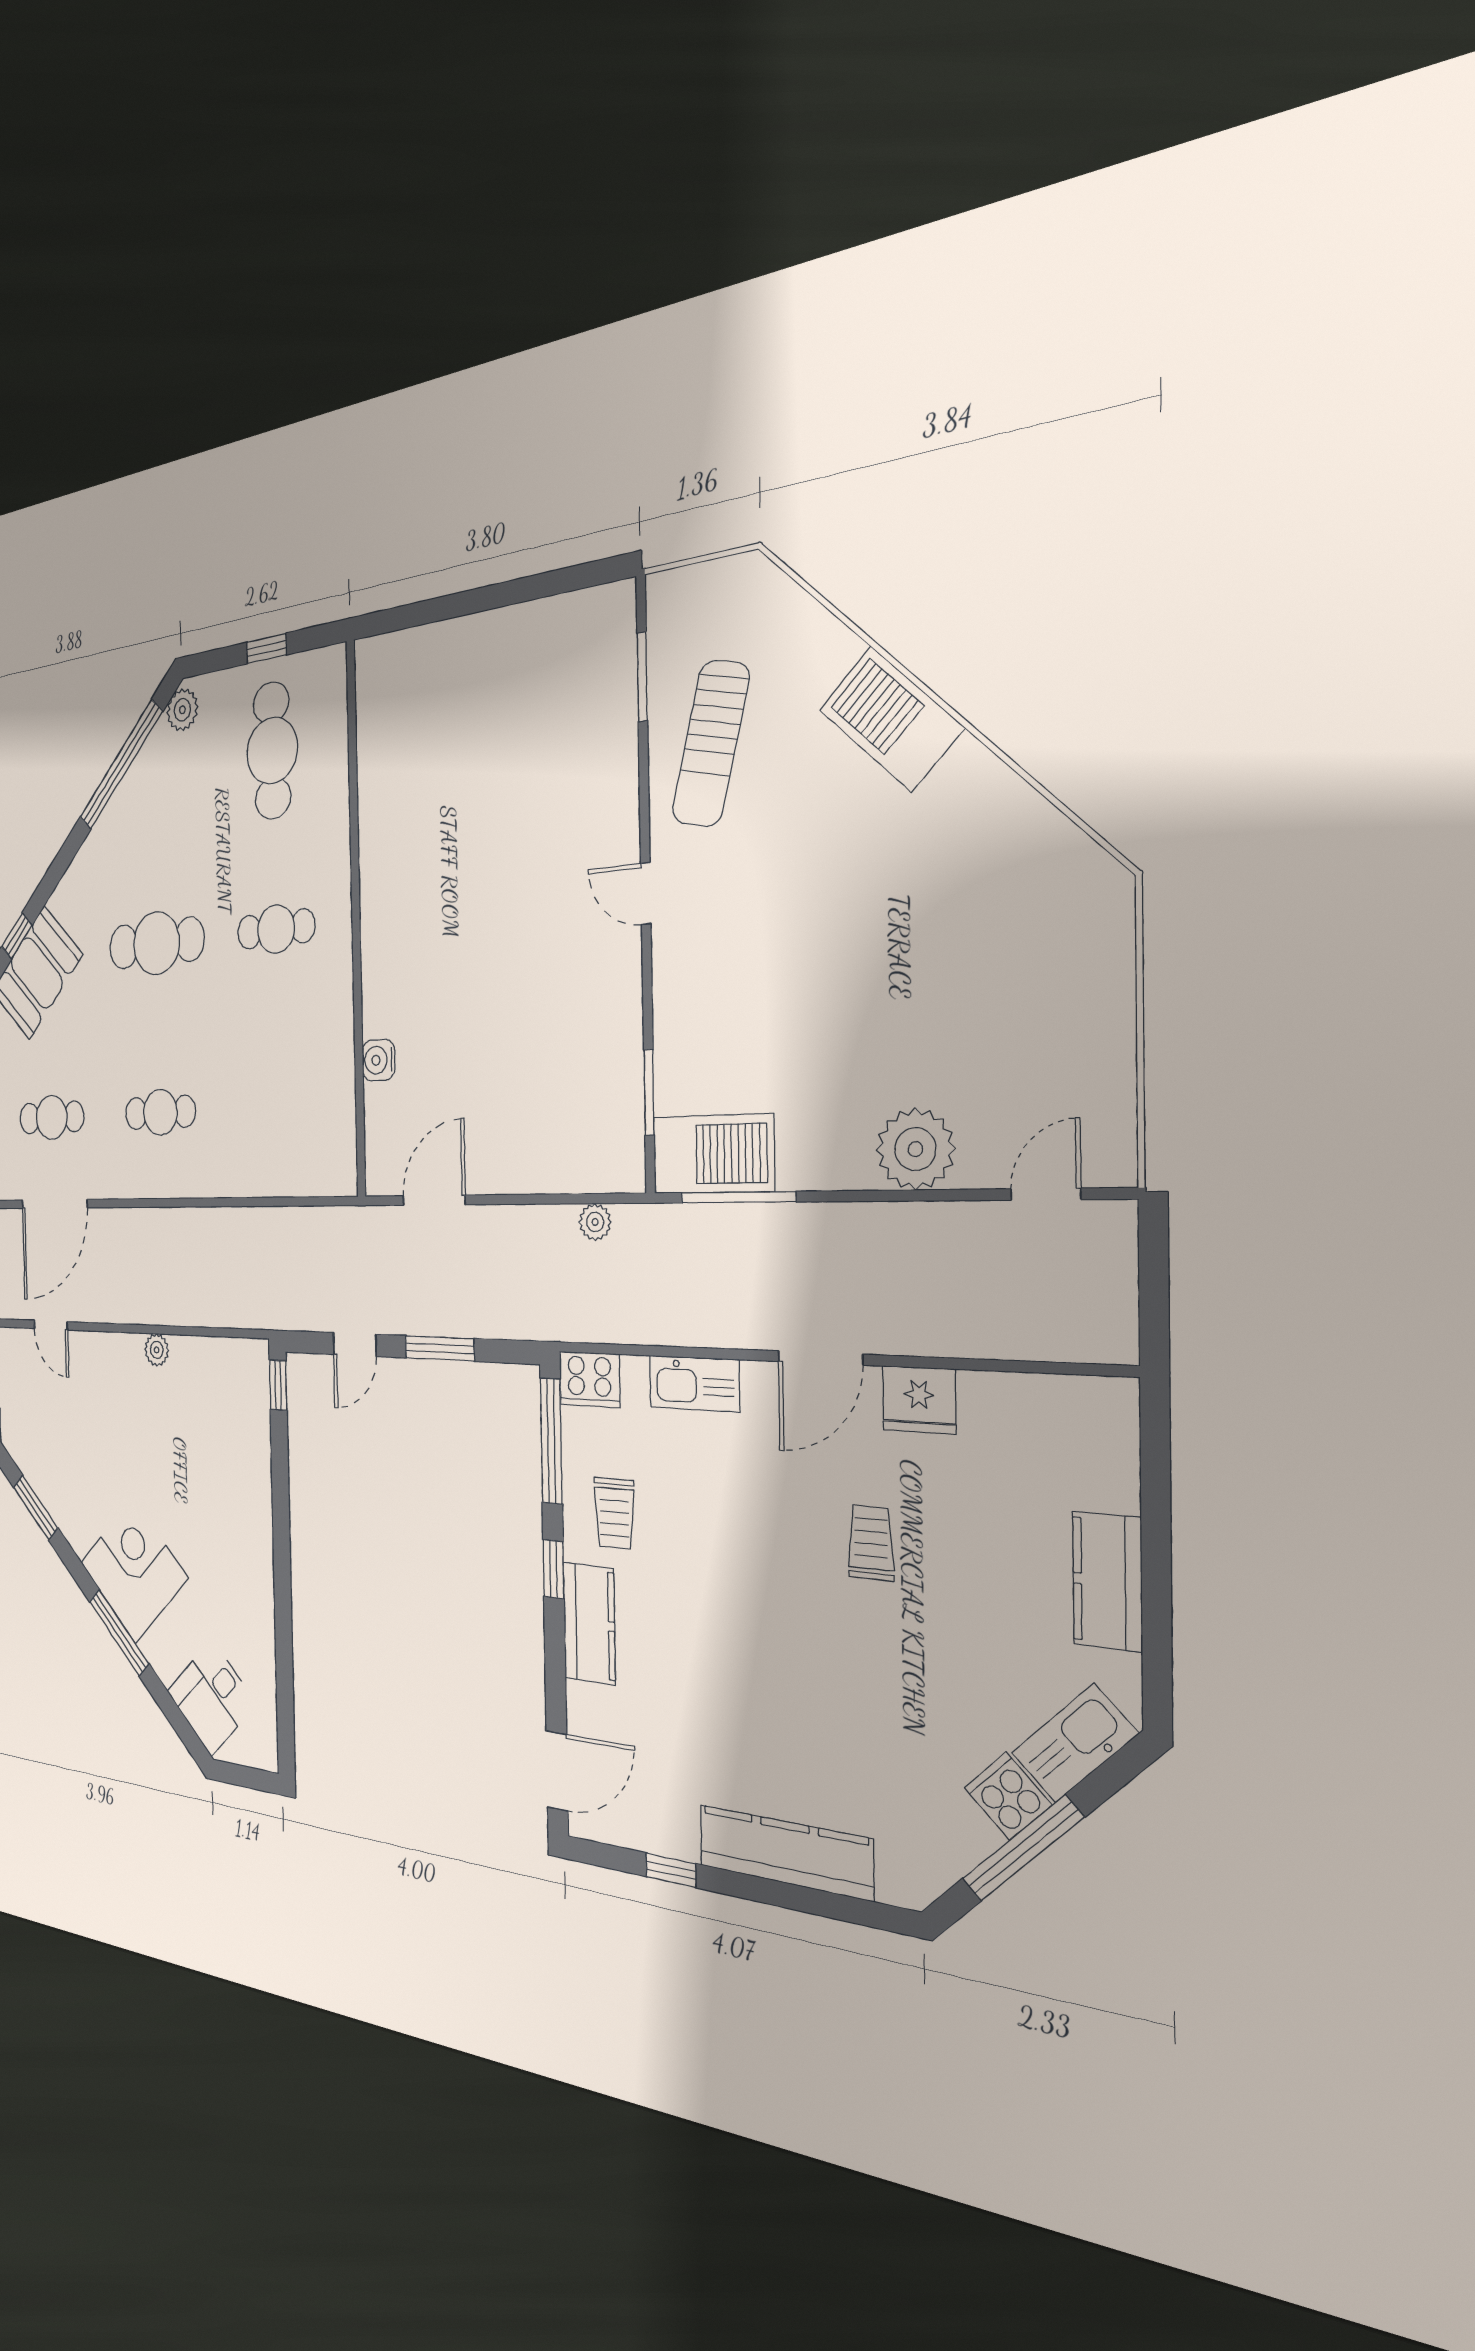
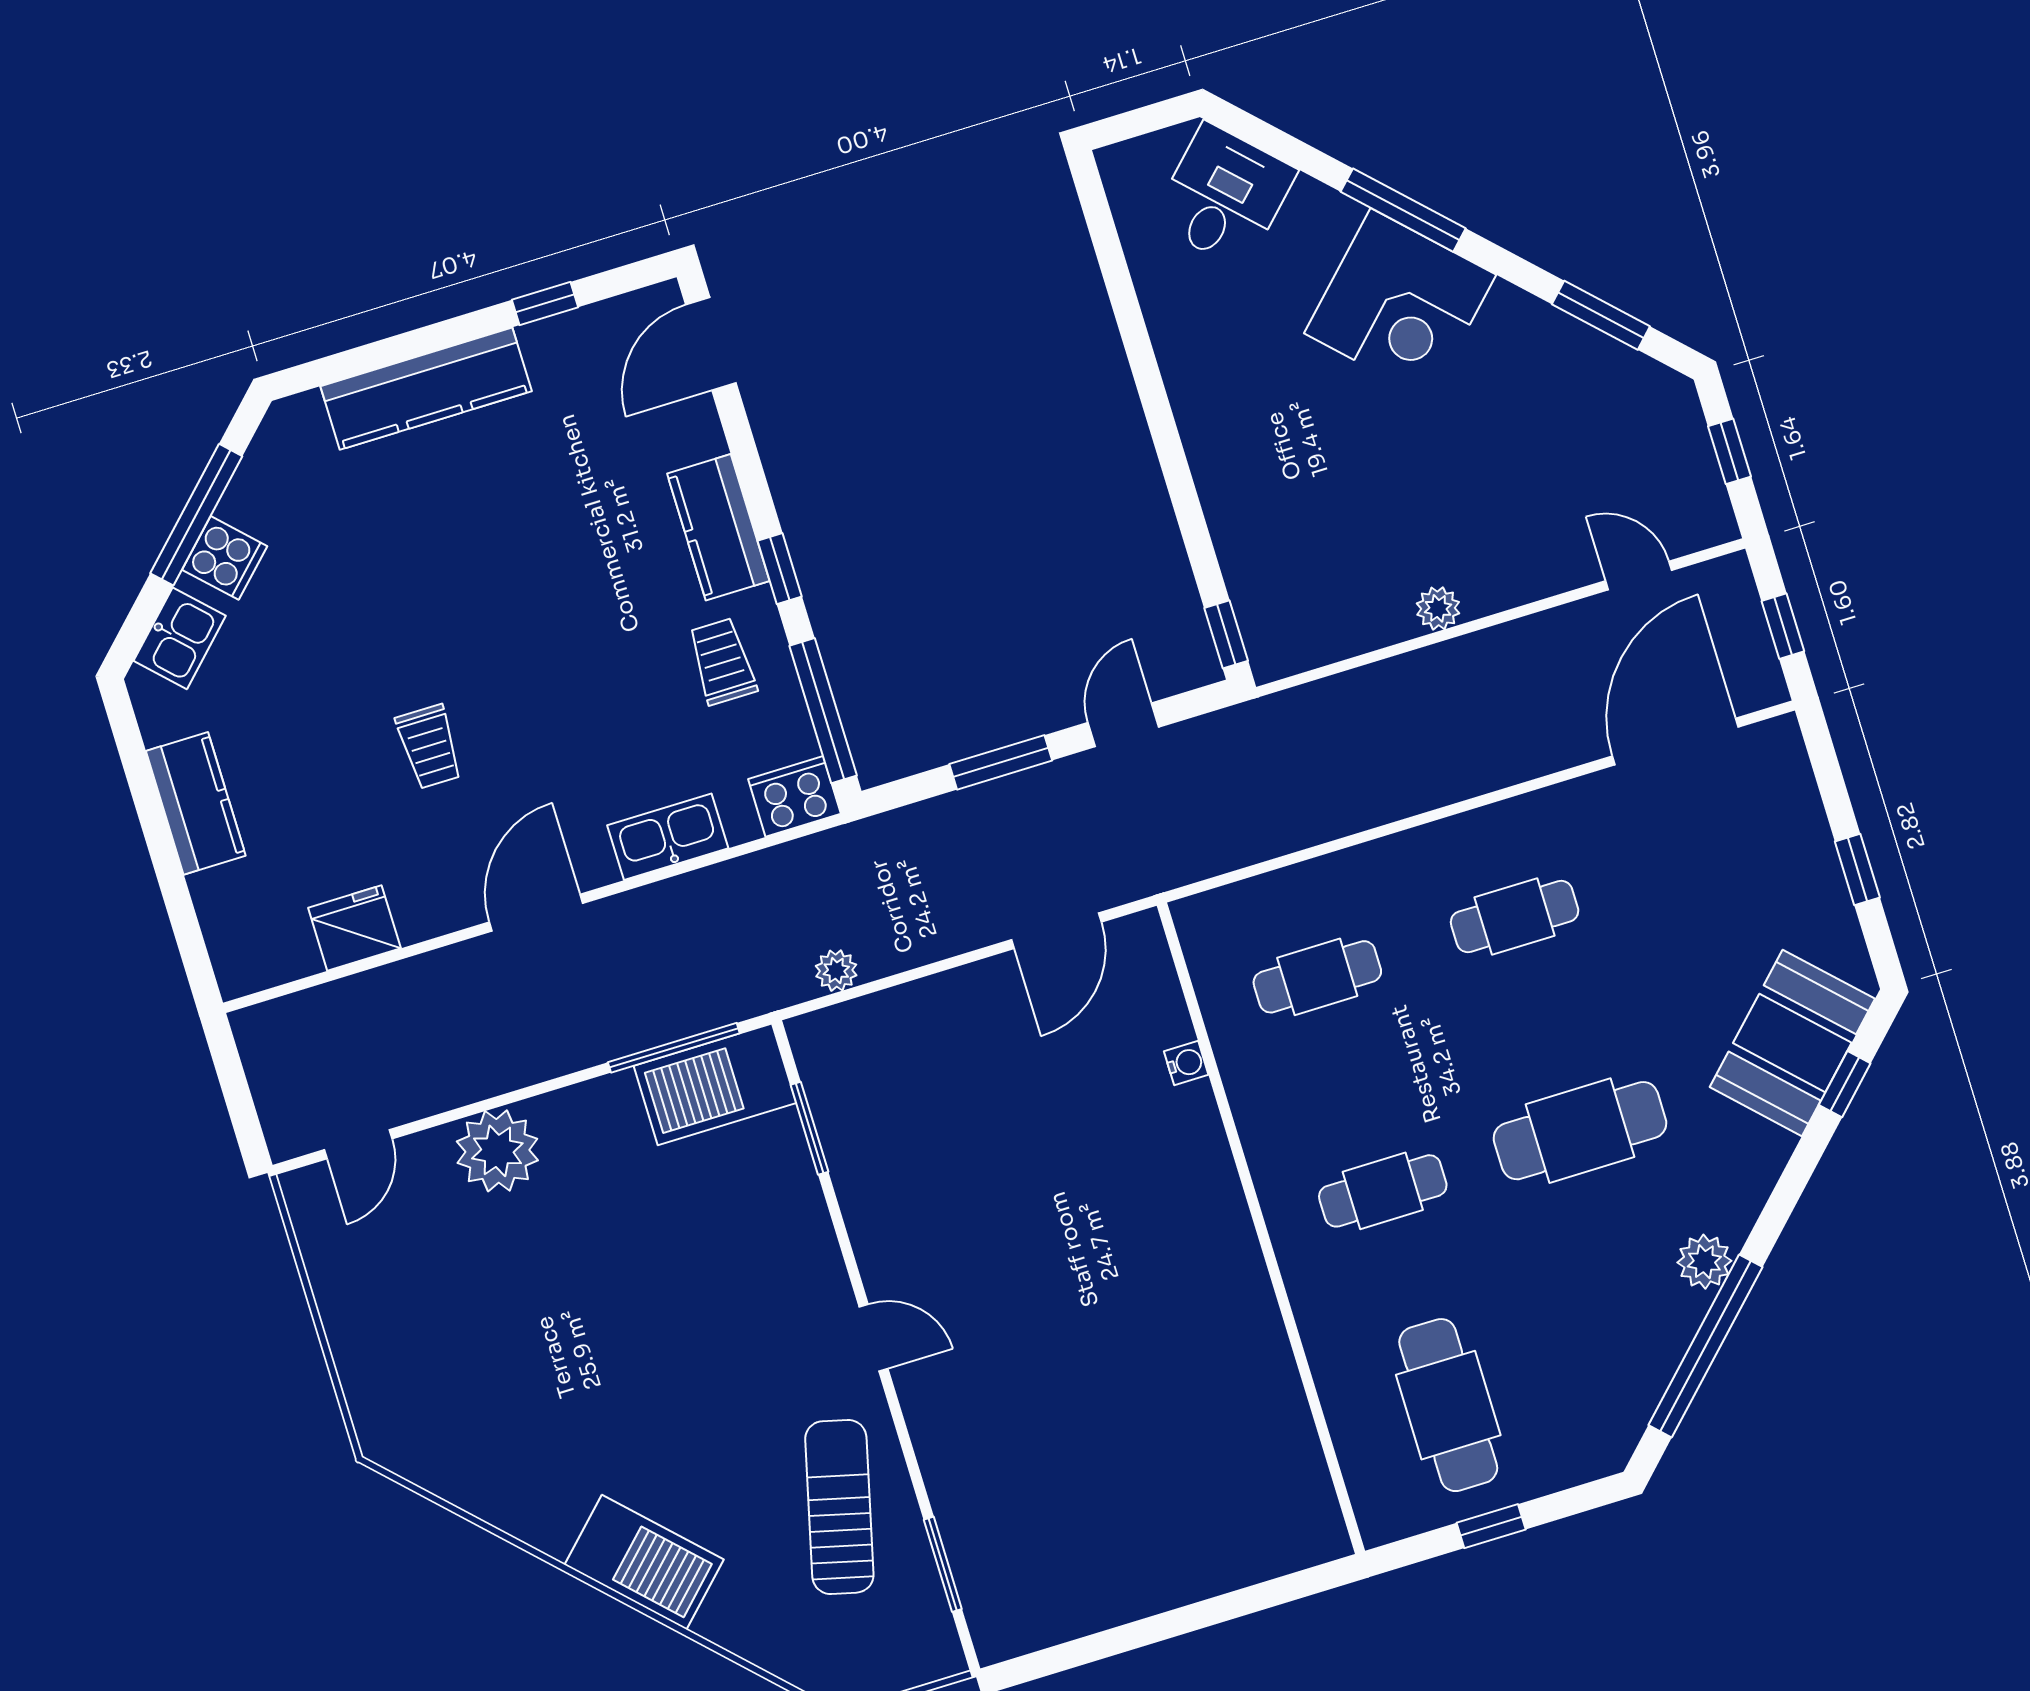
plant: (182, 710) -> (1704, 1262), moved
water cooler: (378, 1060) -> (1186, 1063), width x0.72, depth x0.72
cafe table: (52, 1117) -> (1317, 977), moved
fridge: (919, 1400) -> (354, 928), moved
kitchen sink: (1075, 1743) -> (180, 638), width x0.73

